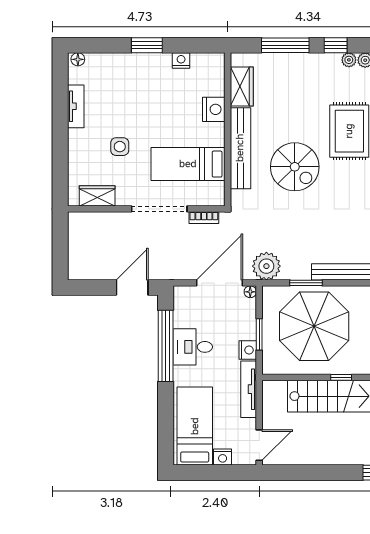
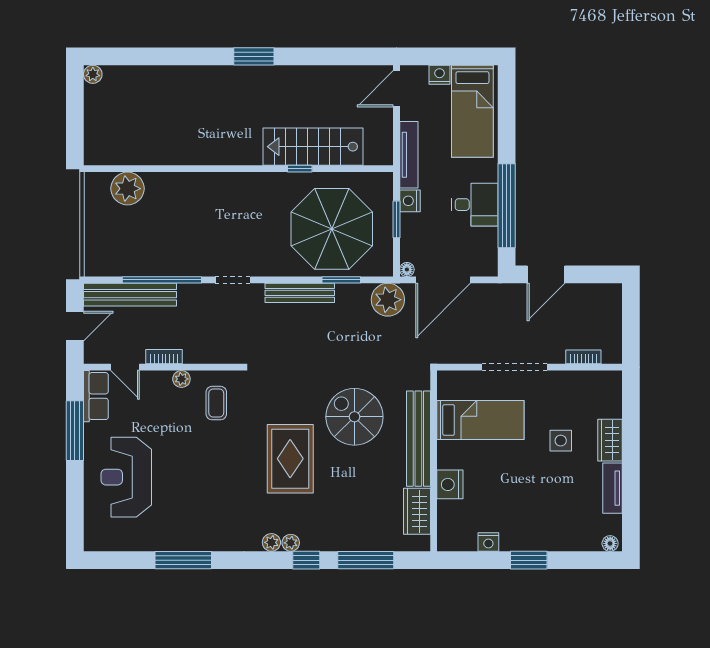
wardrobe: (97, 196) -> (610, 440), moved, turned 90
bookcase: (204, 218) -> (583, 357), moved

